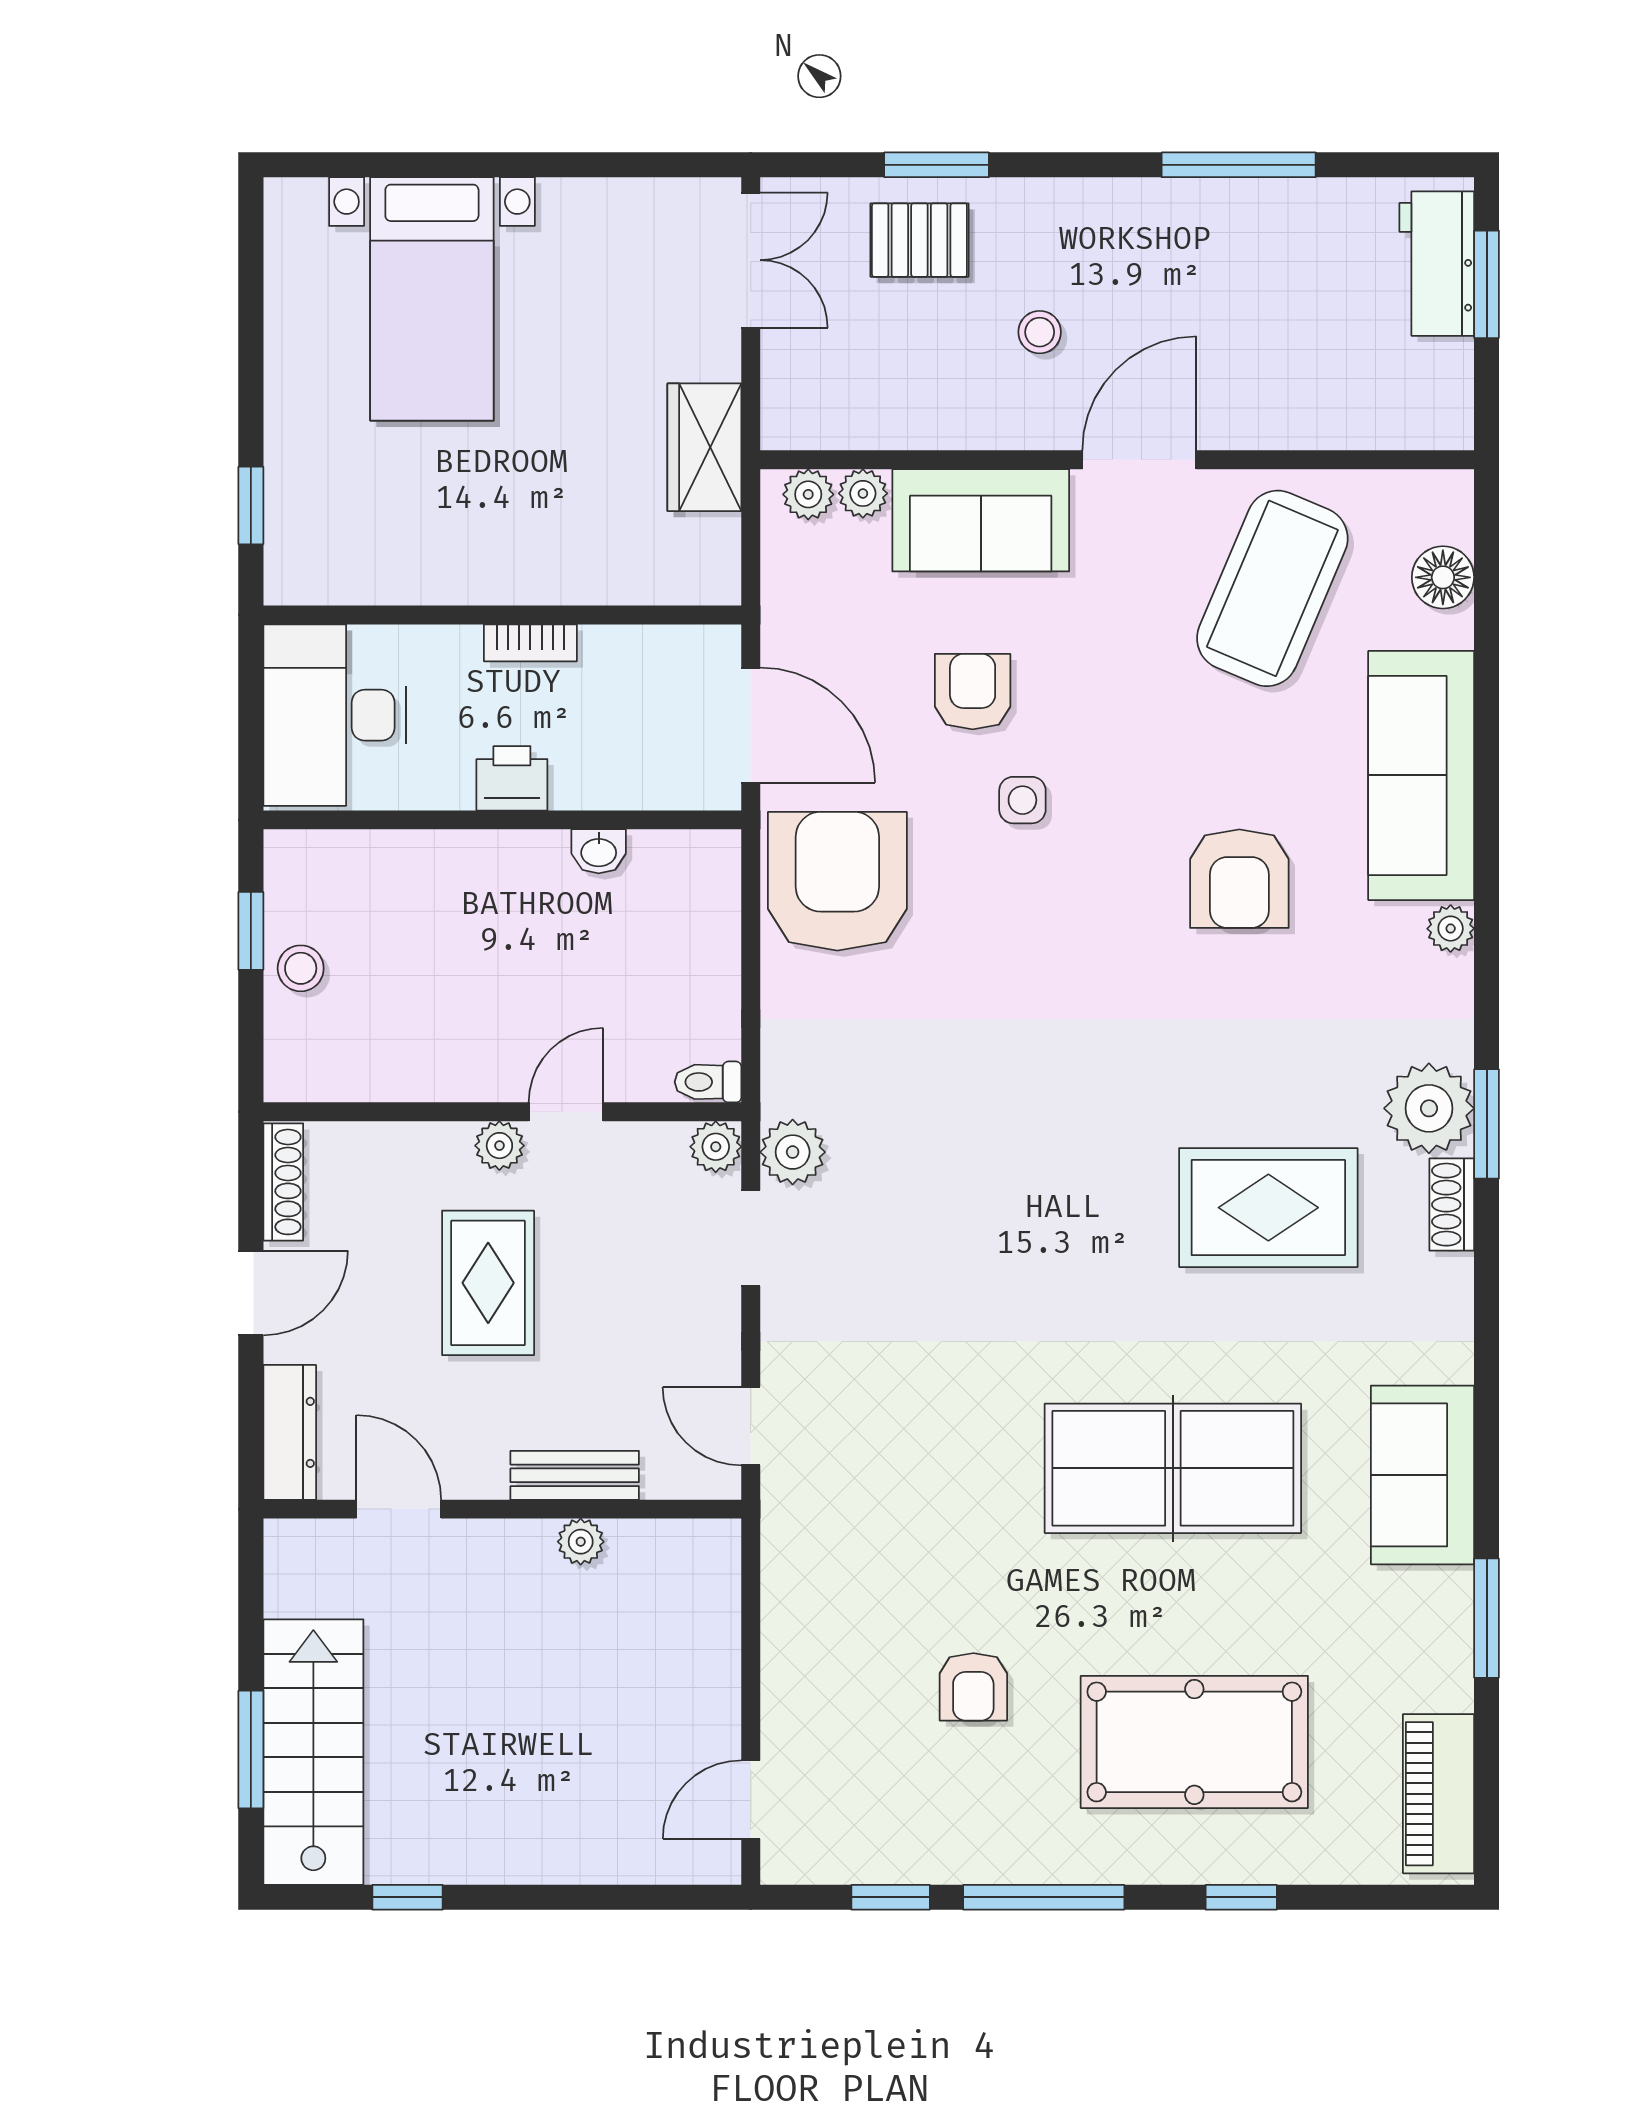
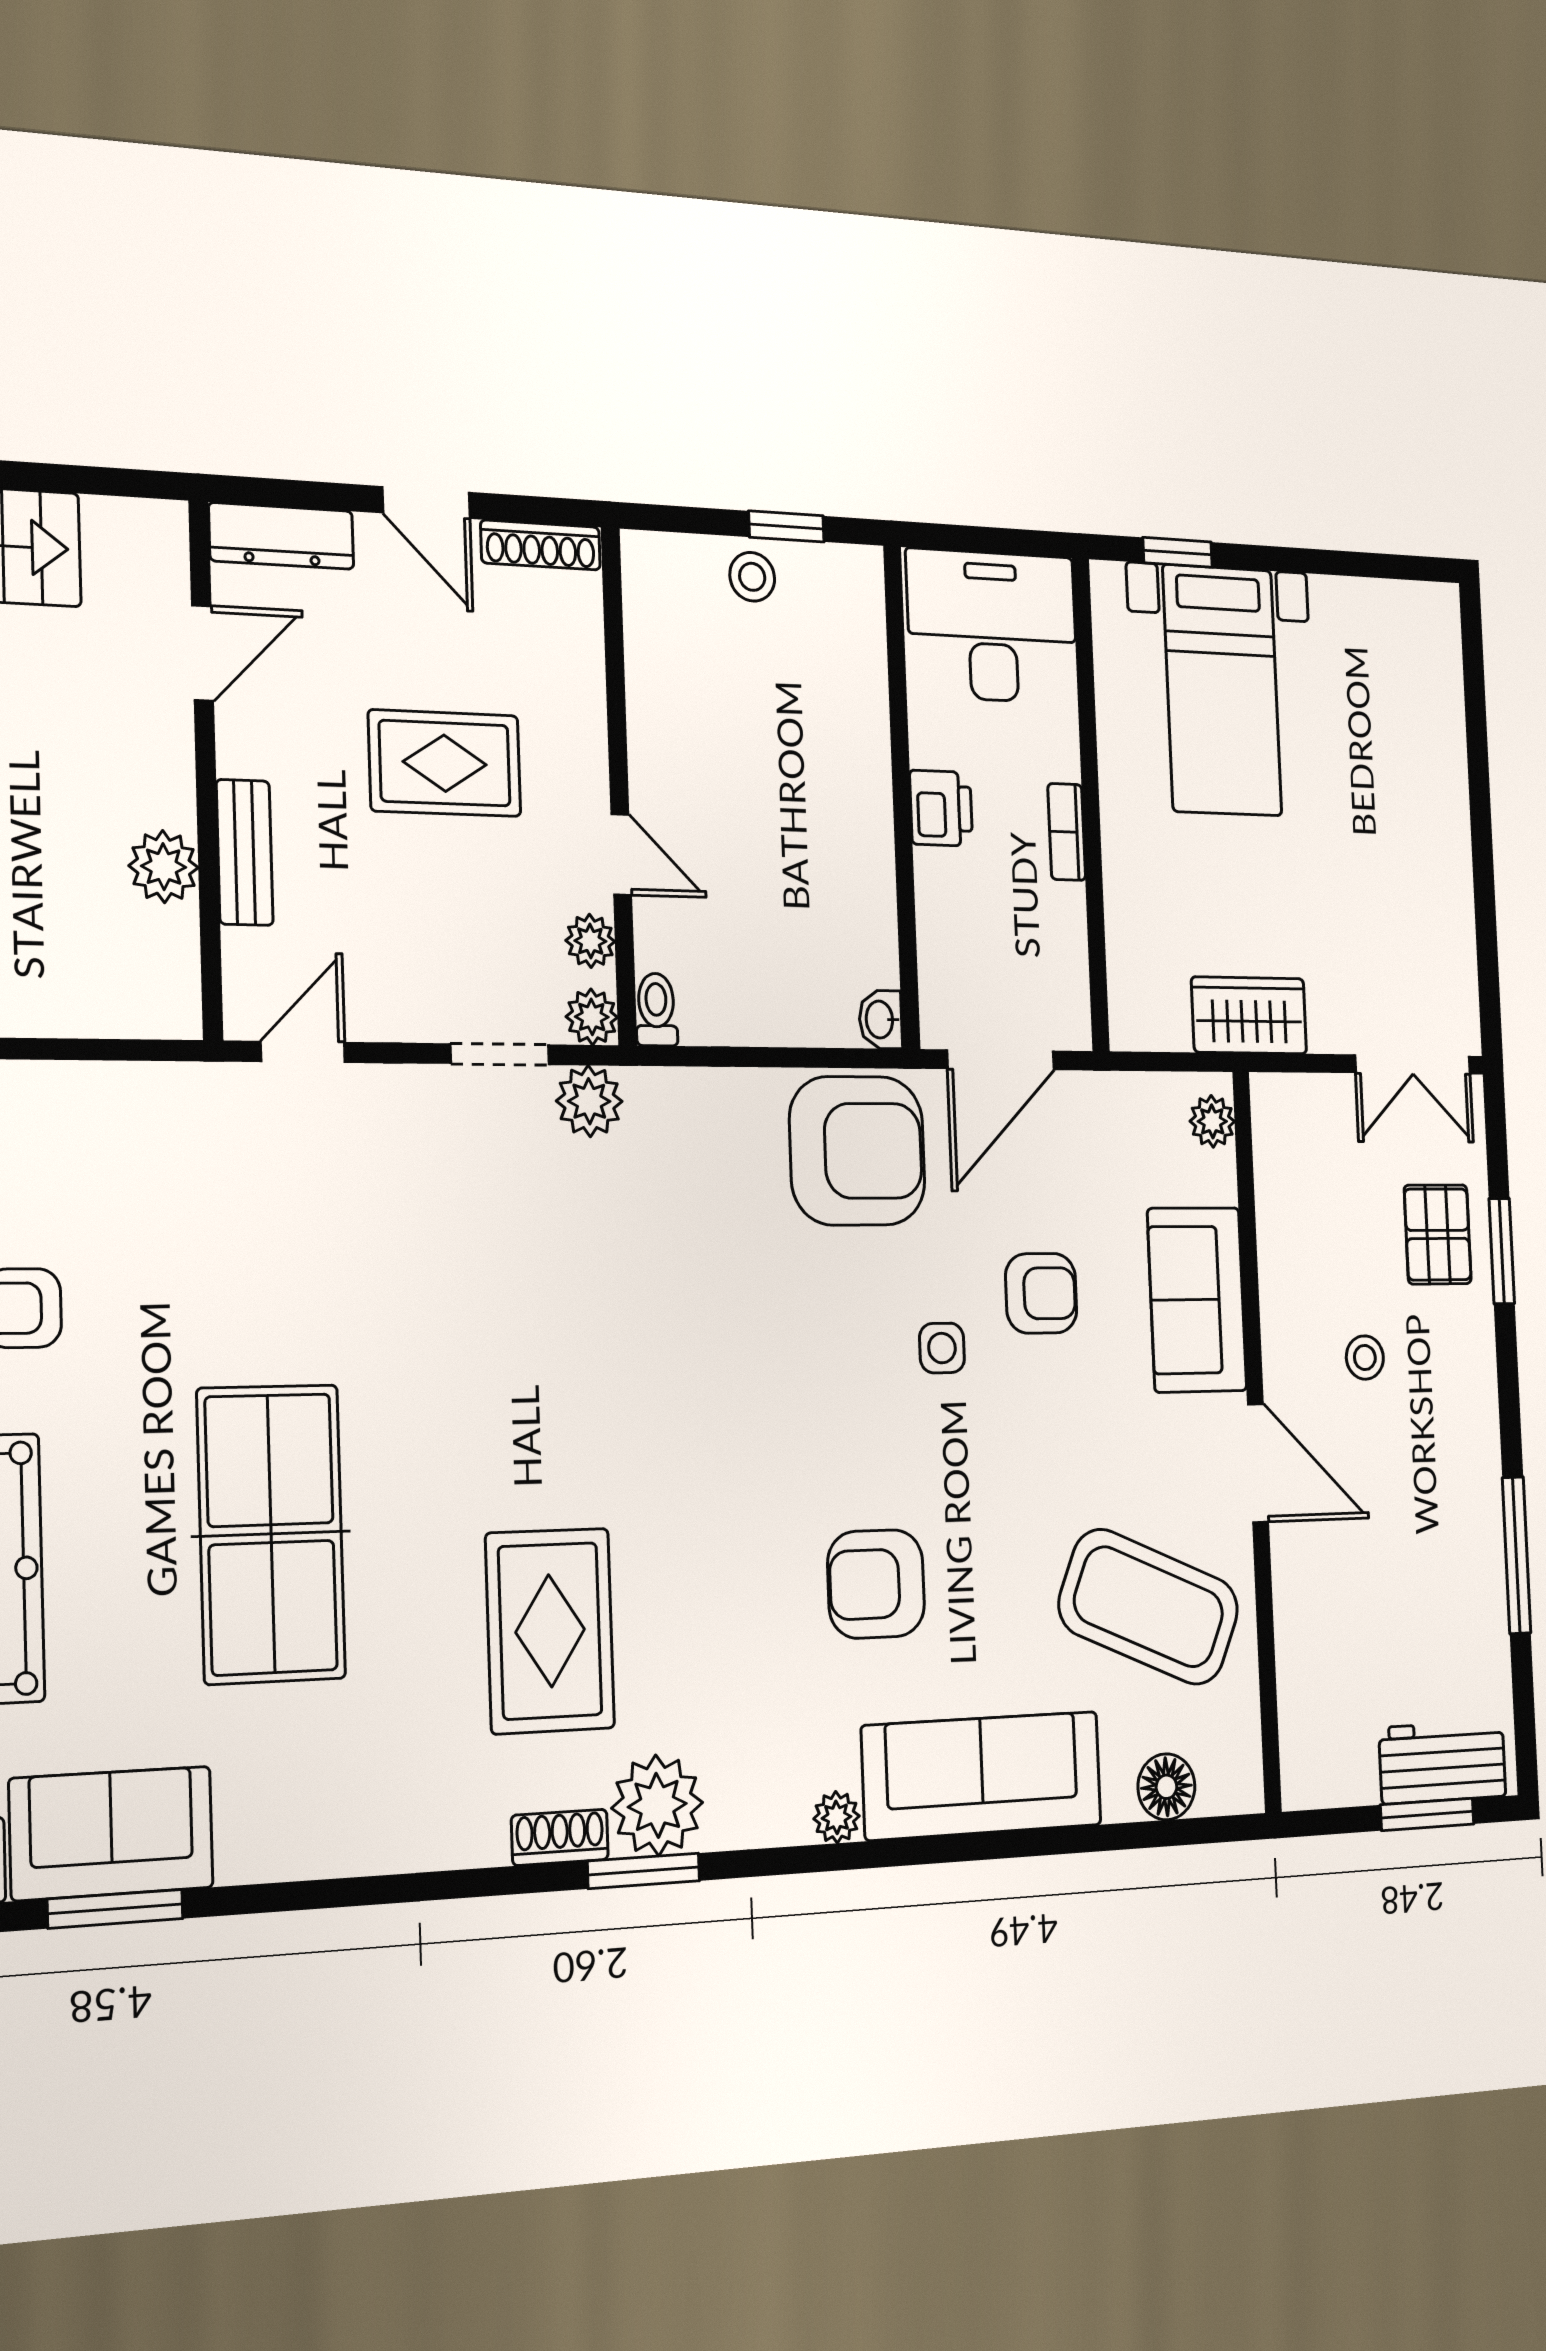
bed with nightstands: (432, 299) -> (1222, 690), moved, turned -90
plant: (863, 493) -> (1216, 1178), removed
washbasin: (599, 851) -> (881, 1020), moved
plant: (499, 1146) -> (590, 941), moved
sofa: (1422, 1475) -> (111, 1833), moved
plant: (581, 1542) -> (164, 867), width x1.38, depth x1.38

